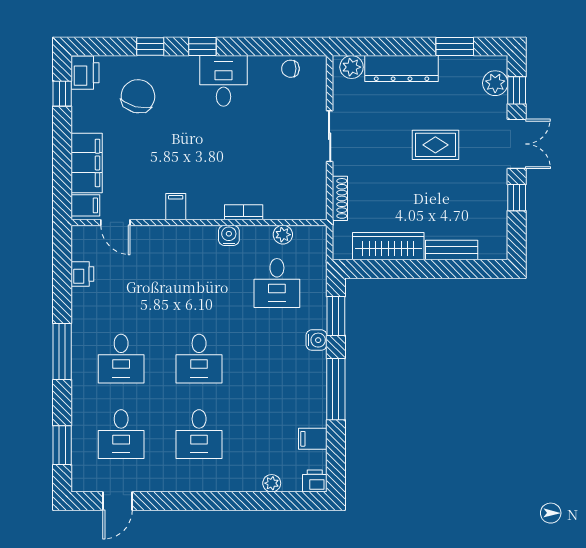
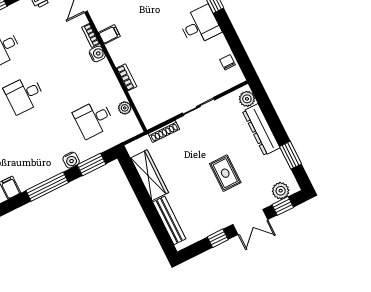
bookcase: (165, 232) -> (91, 35), added
water cooler: (229, 235) -> (97, 54), moved
bench: (452, 250) -> (169, 220), width x1.36

